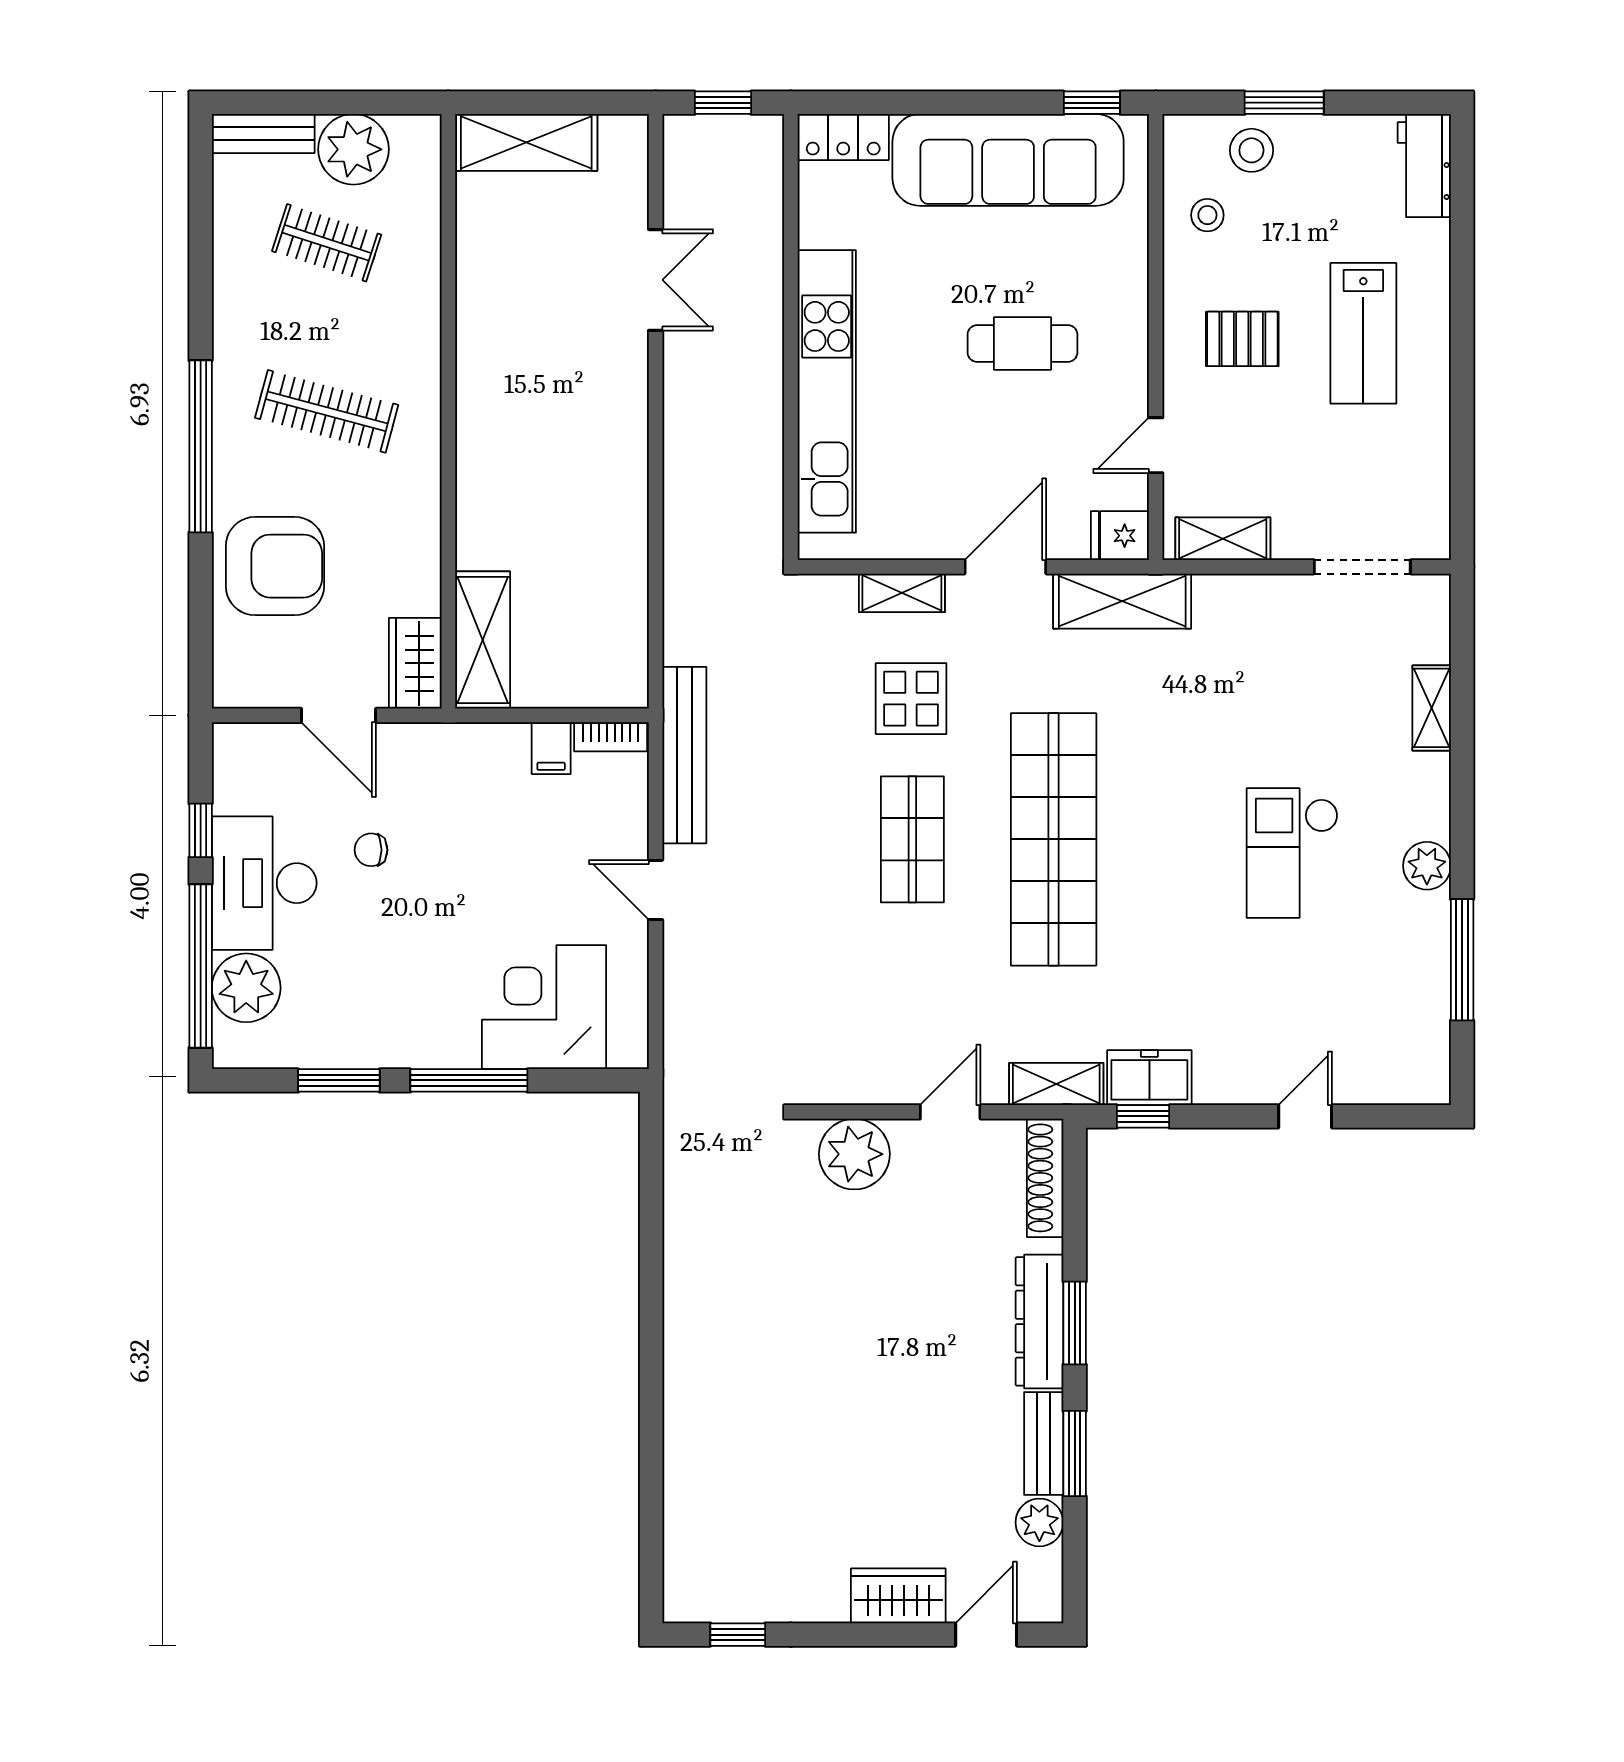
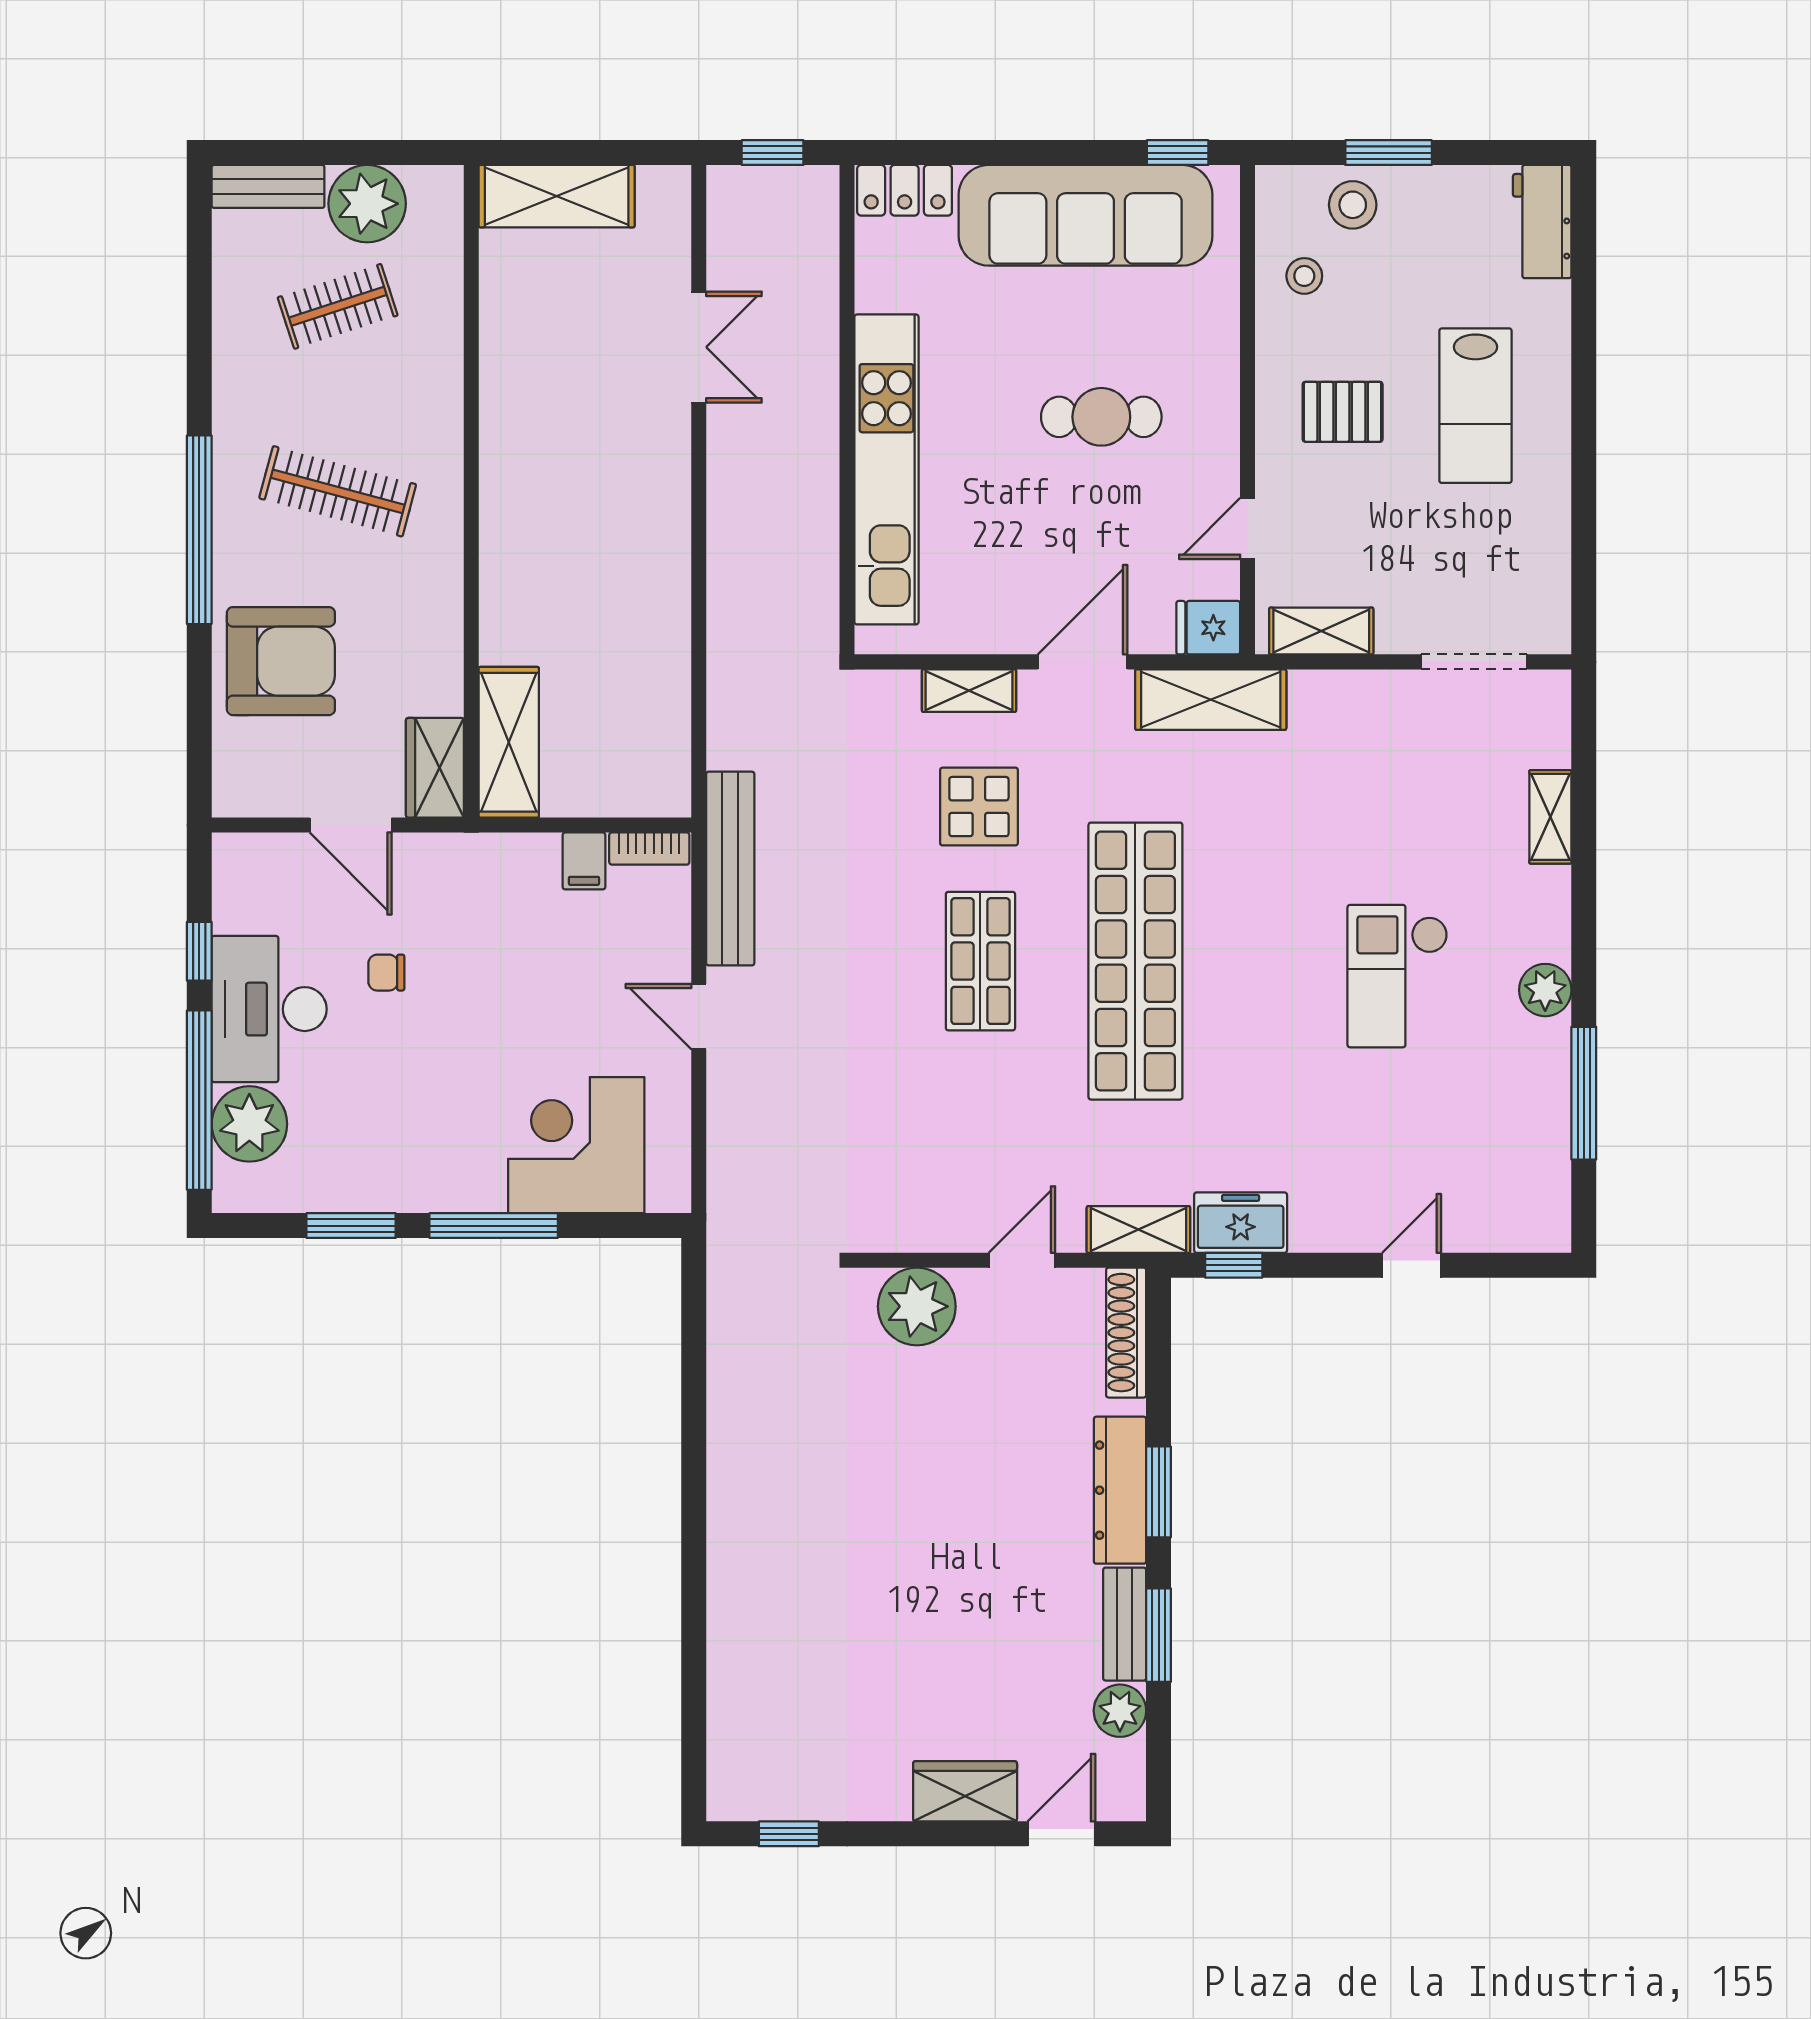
clothes rail: (327, 243) -> (338, 306), turned -36

